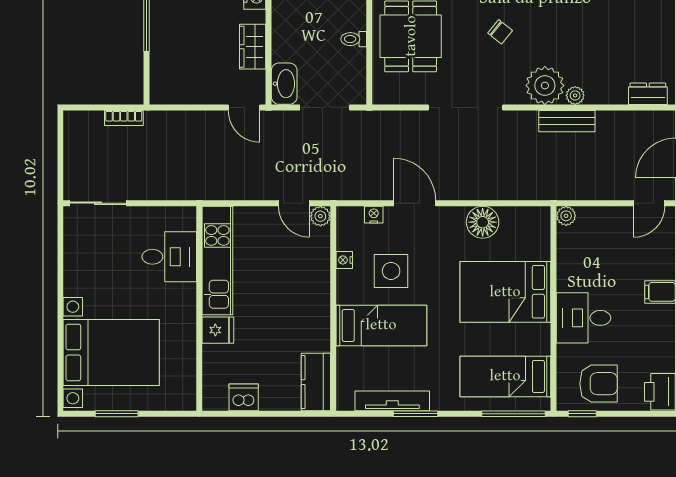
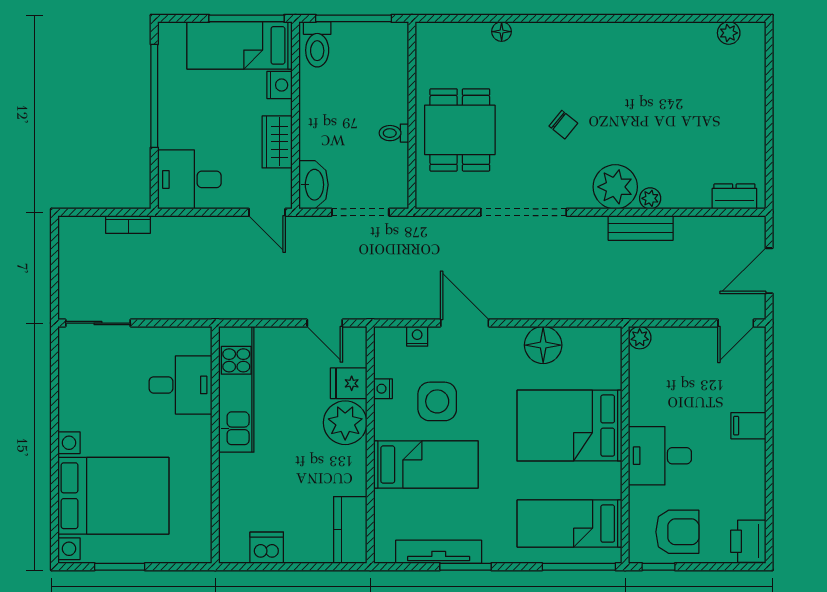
desk: (177, 79) -> (189, 179), added
plant: (320, 216) -> (345, 423), moved, width x1.87, depth x1.87
fridge: (218, 330) -> (349, 383), moved, turned 180

